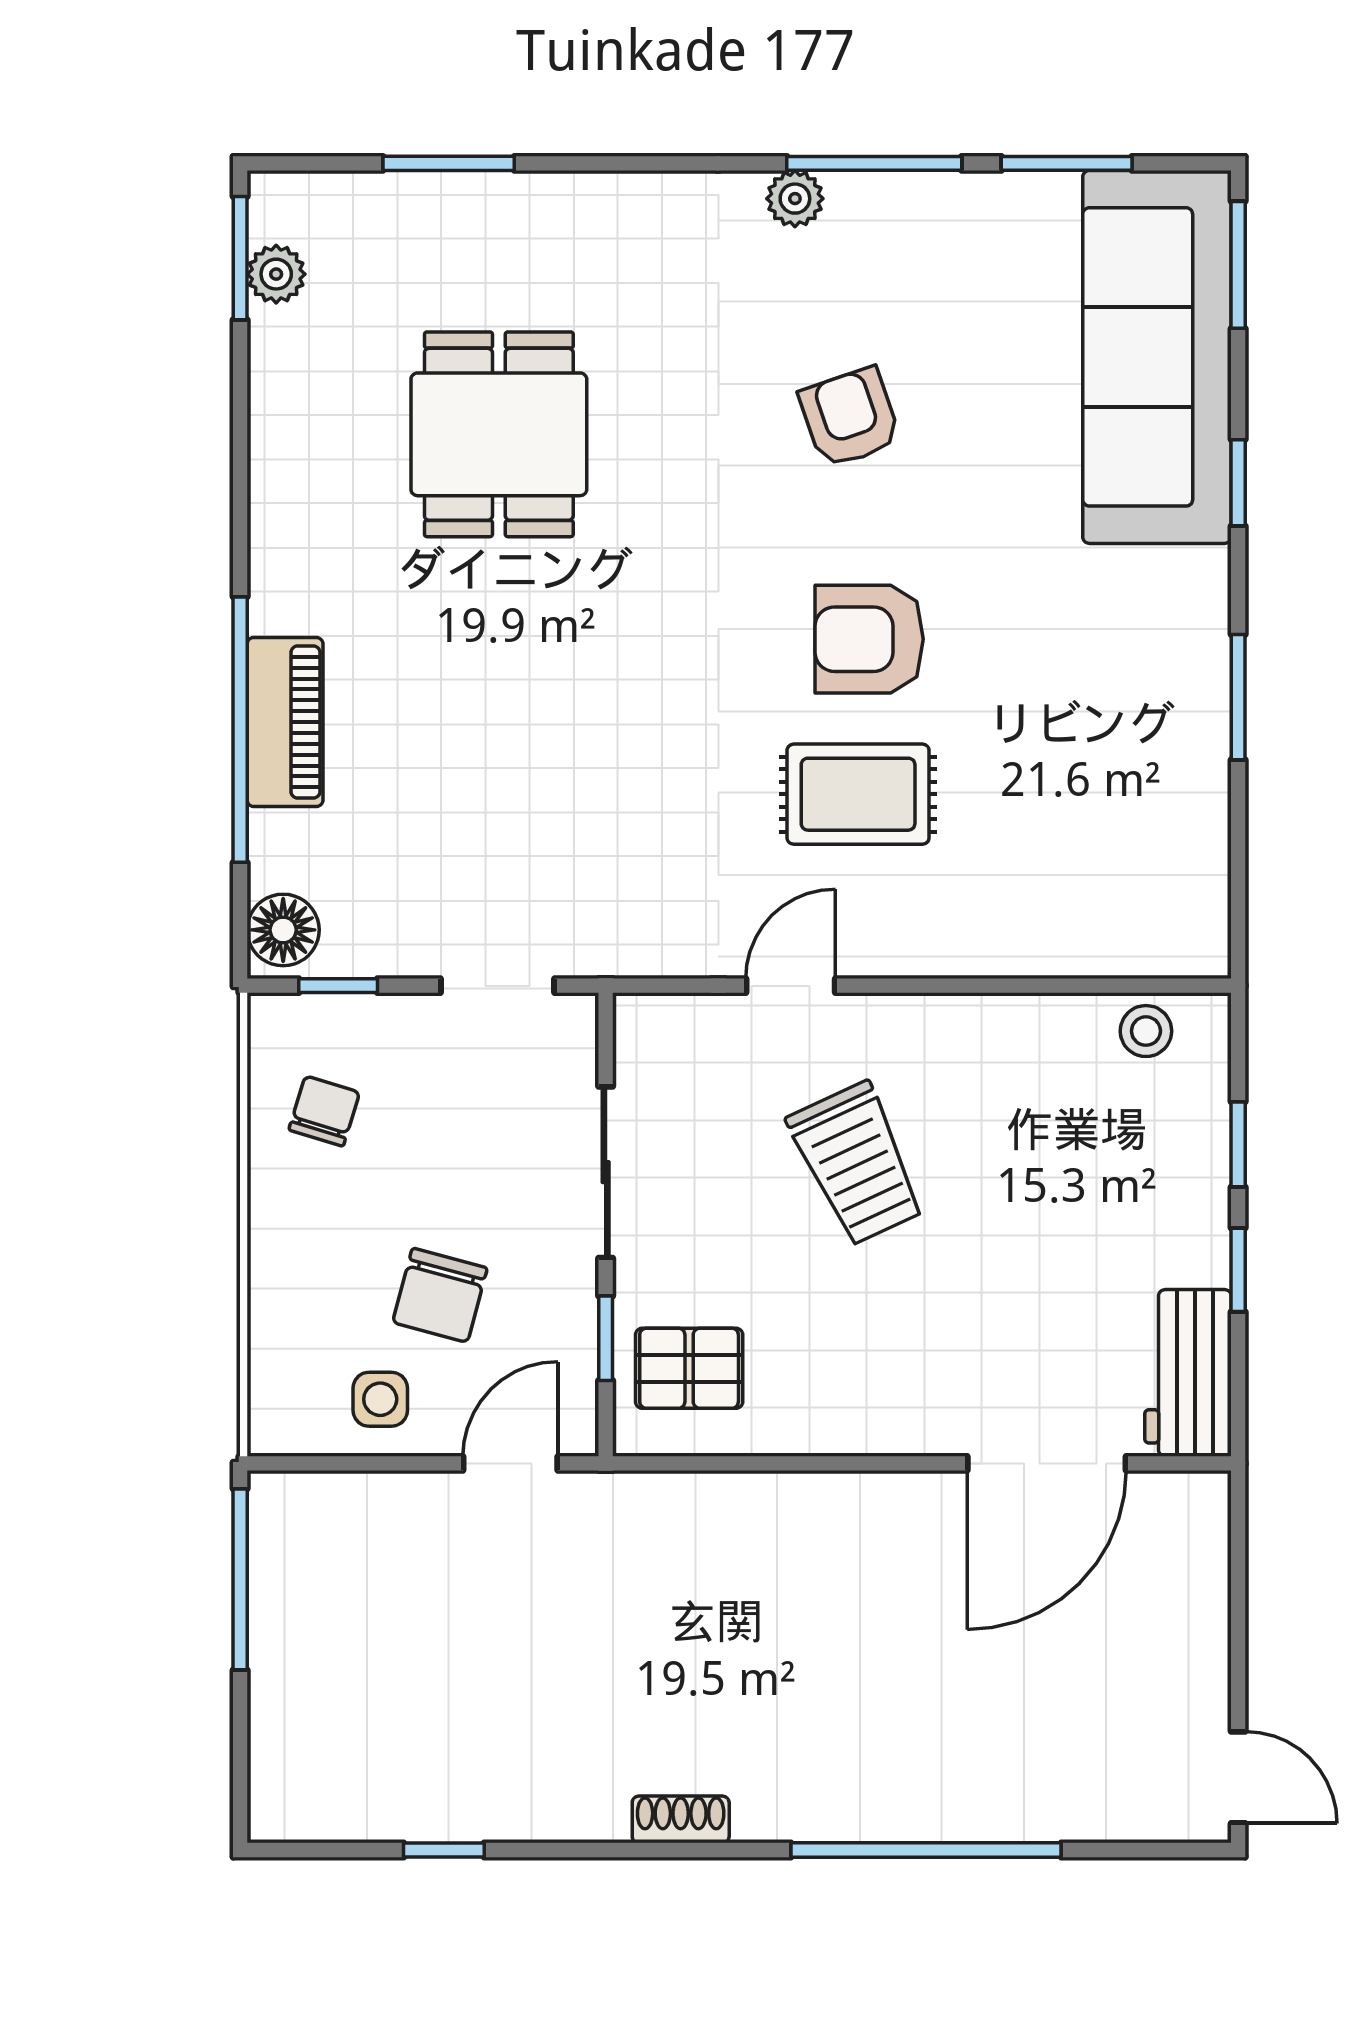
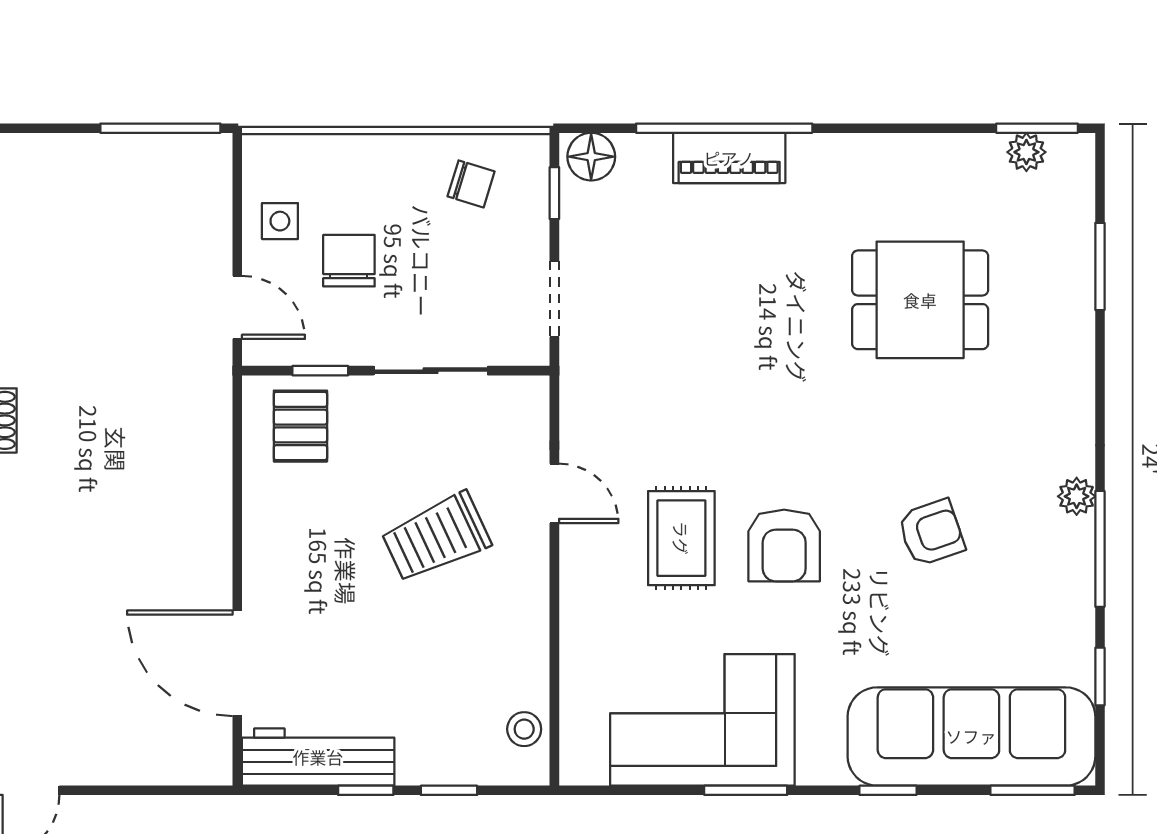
window: (1067, 163) -> (1100, 677), width x0.67
armchair: (869, 639) -> (784, 545), turned 180
corner sofa: (1132, 762) -> (702, 720), added
chair: (440, 1295) -> (349, 261), turned 75
workbench: (1188, 1373) -> (318, 757), width x1.37

